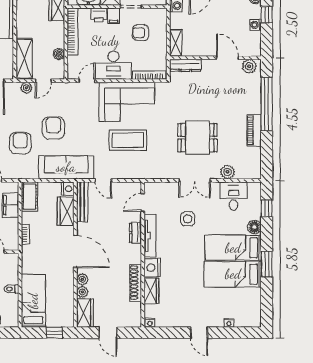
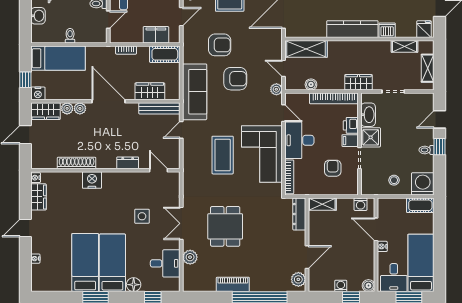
plant: (26, 88) -> (276, 89), moved
nightstand: (68, 189) -> (38, 93), moved
tv unit: (150, 236) -> (125, 178), removed
door: (75, 251) -> (109, 101), swing flipped
wardrobe: (151, 291) -> (38, 197), moved, turned -90

